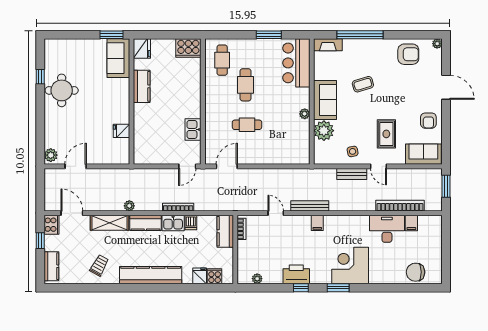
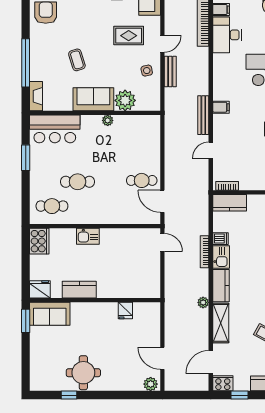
cafe table: (247, 125) -> (142, 180), moved, turned 90
kitchen sink: (193, 129) -> (88, 236), moved

